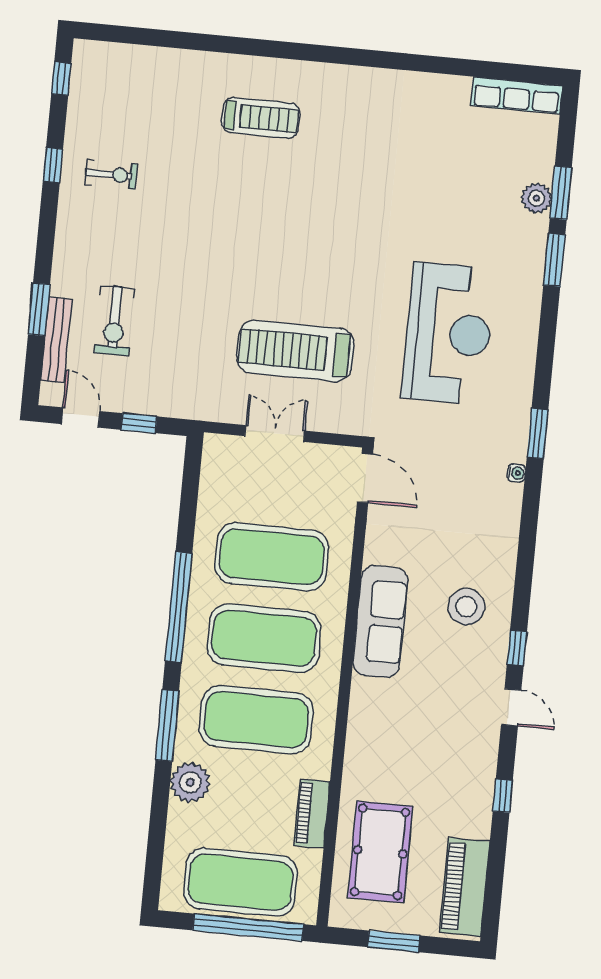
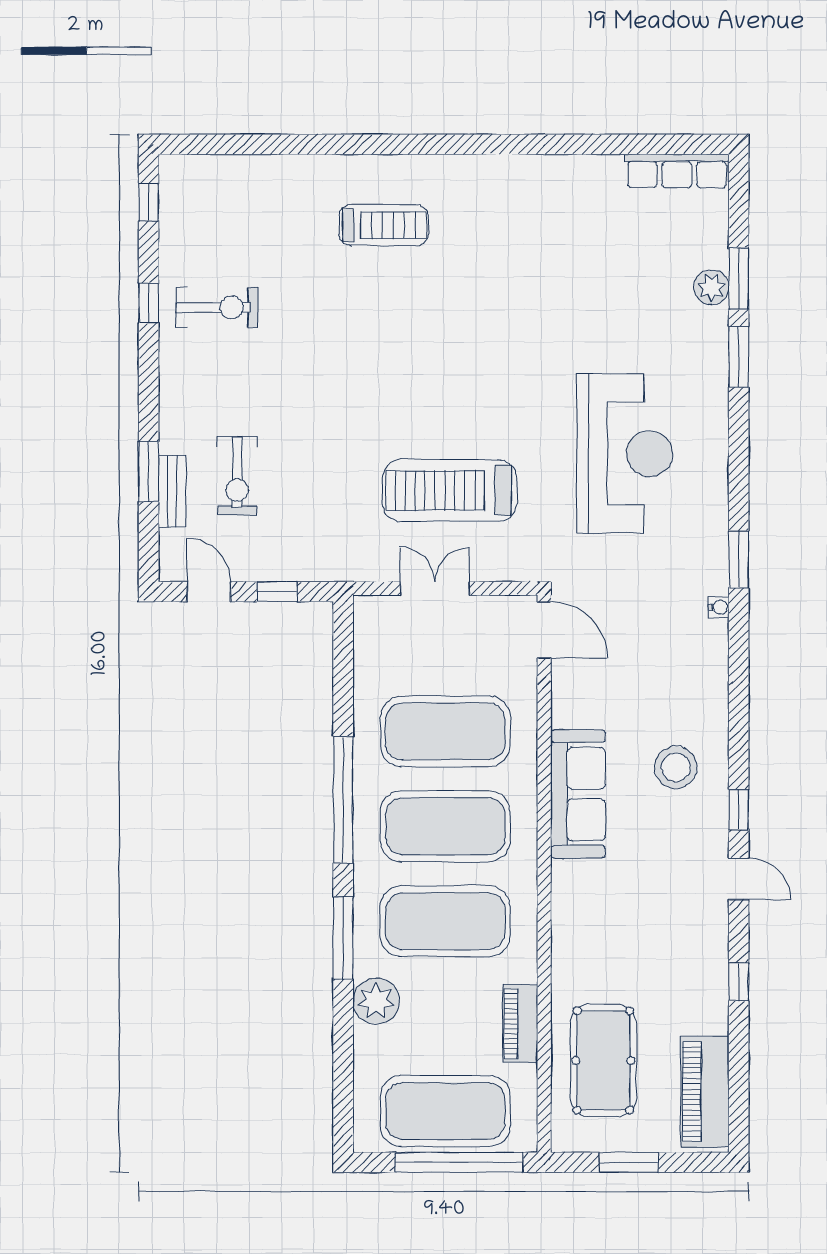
exercise bike: (111, 174) -> (217, 307), width x1.38, depth x1.39
bench: (56, 340) -> (172, 492), width x0.73

